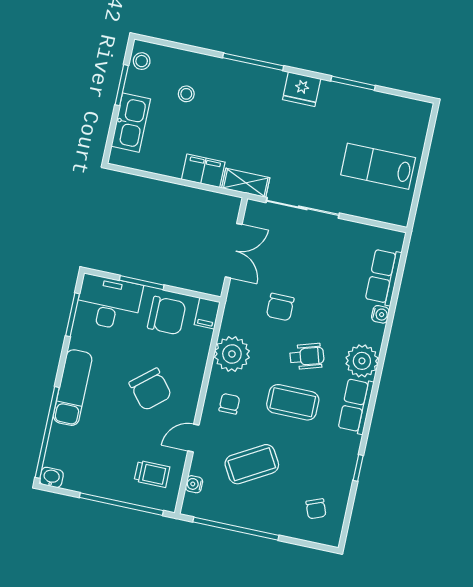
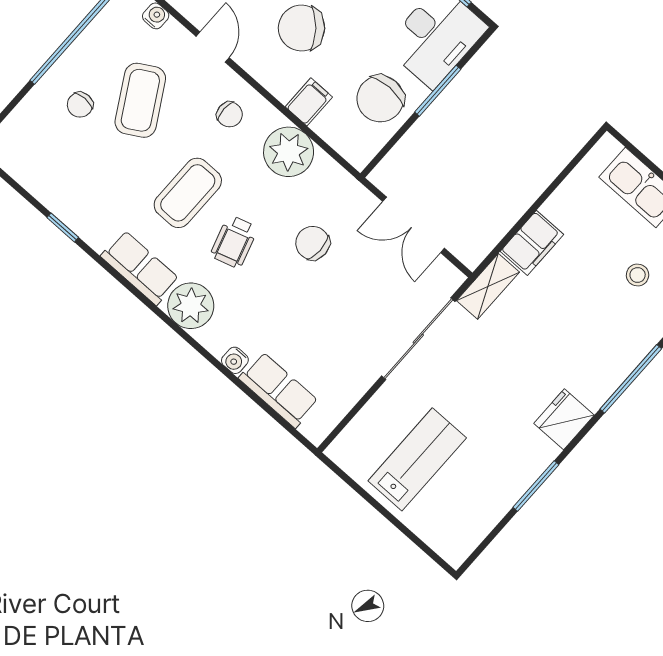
filing cabinet: (207, 313) -> (309, 102), moved, turned 90
chair: (316, 509) -> (80, 105), moved, turned -69

